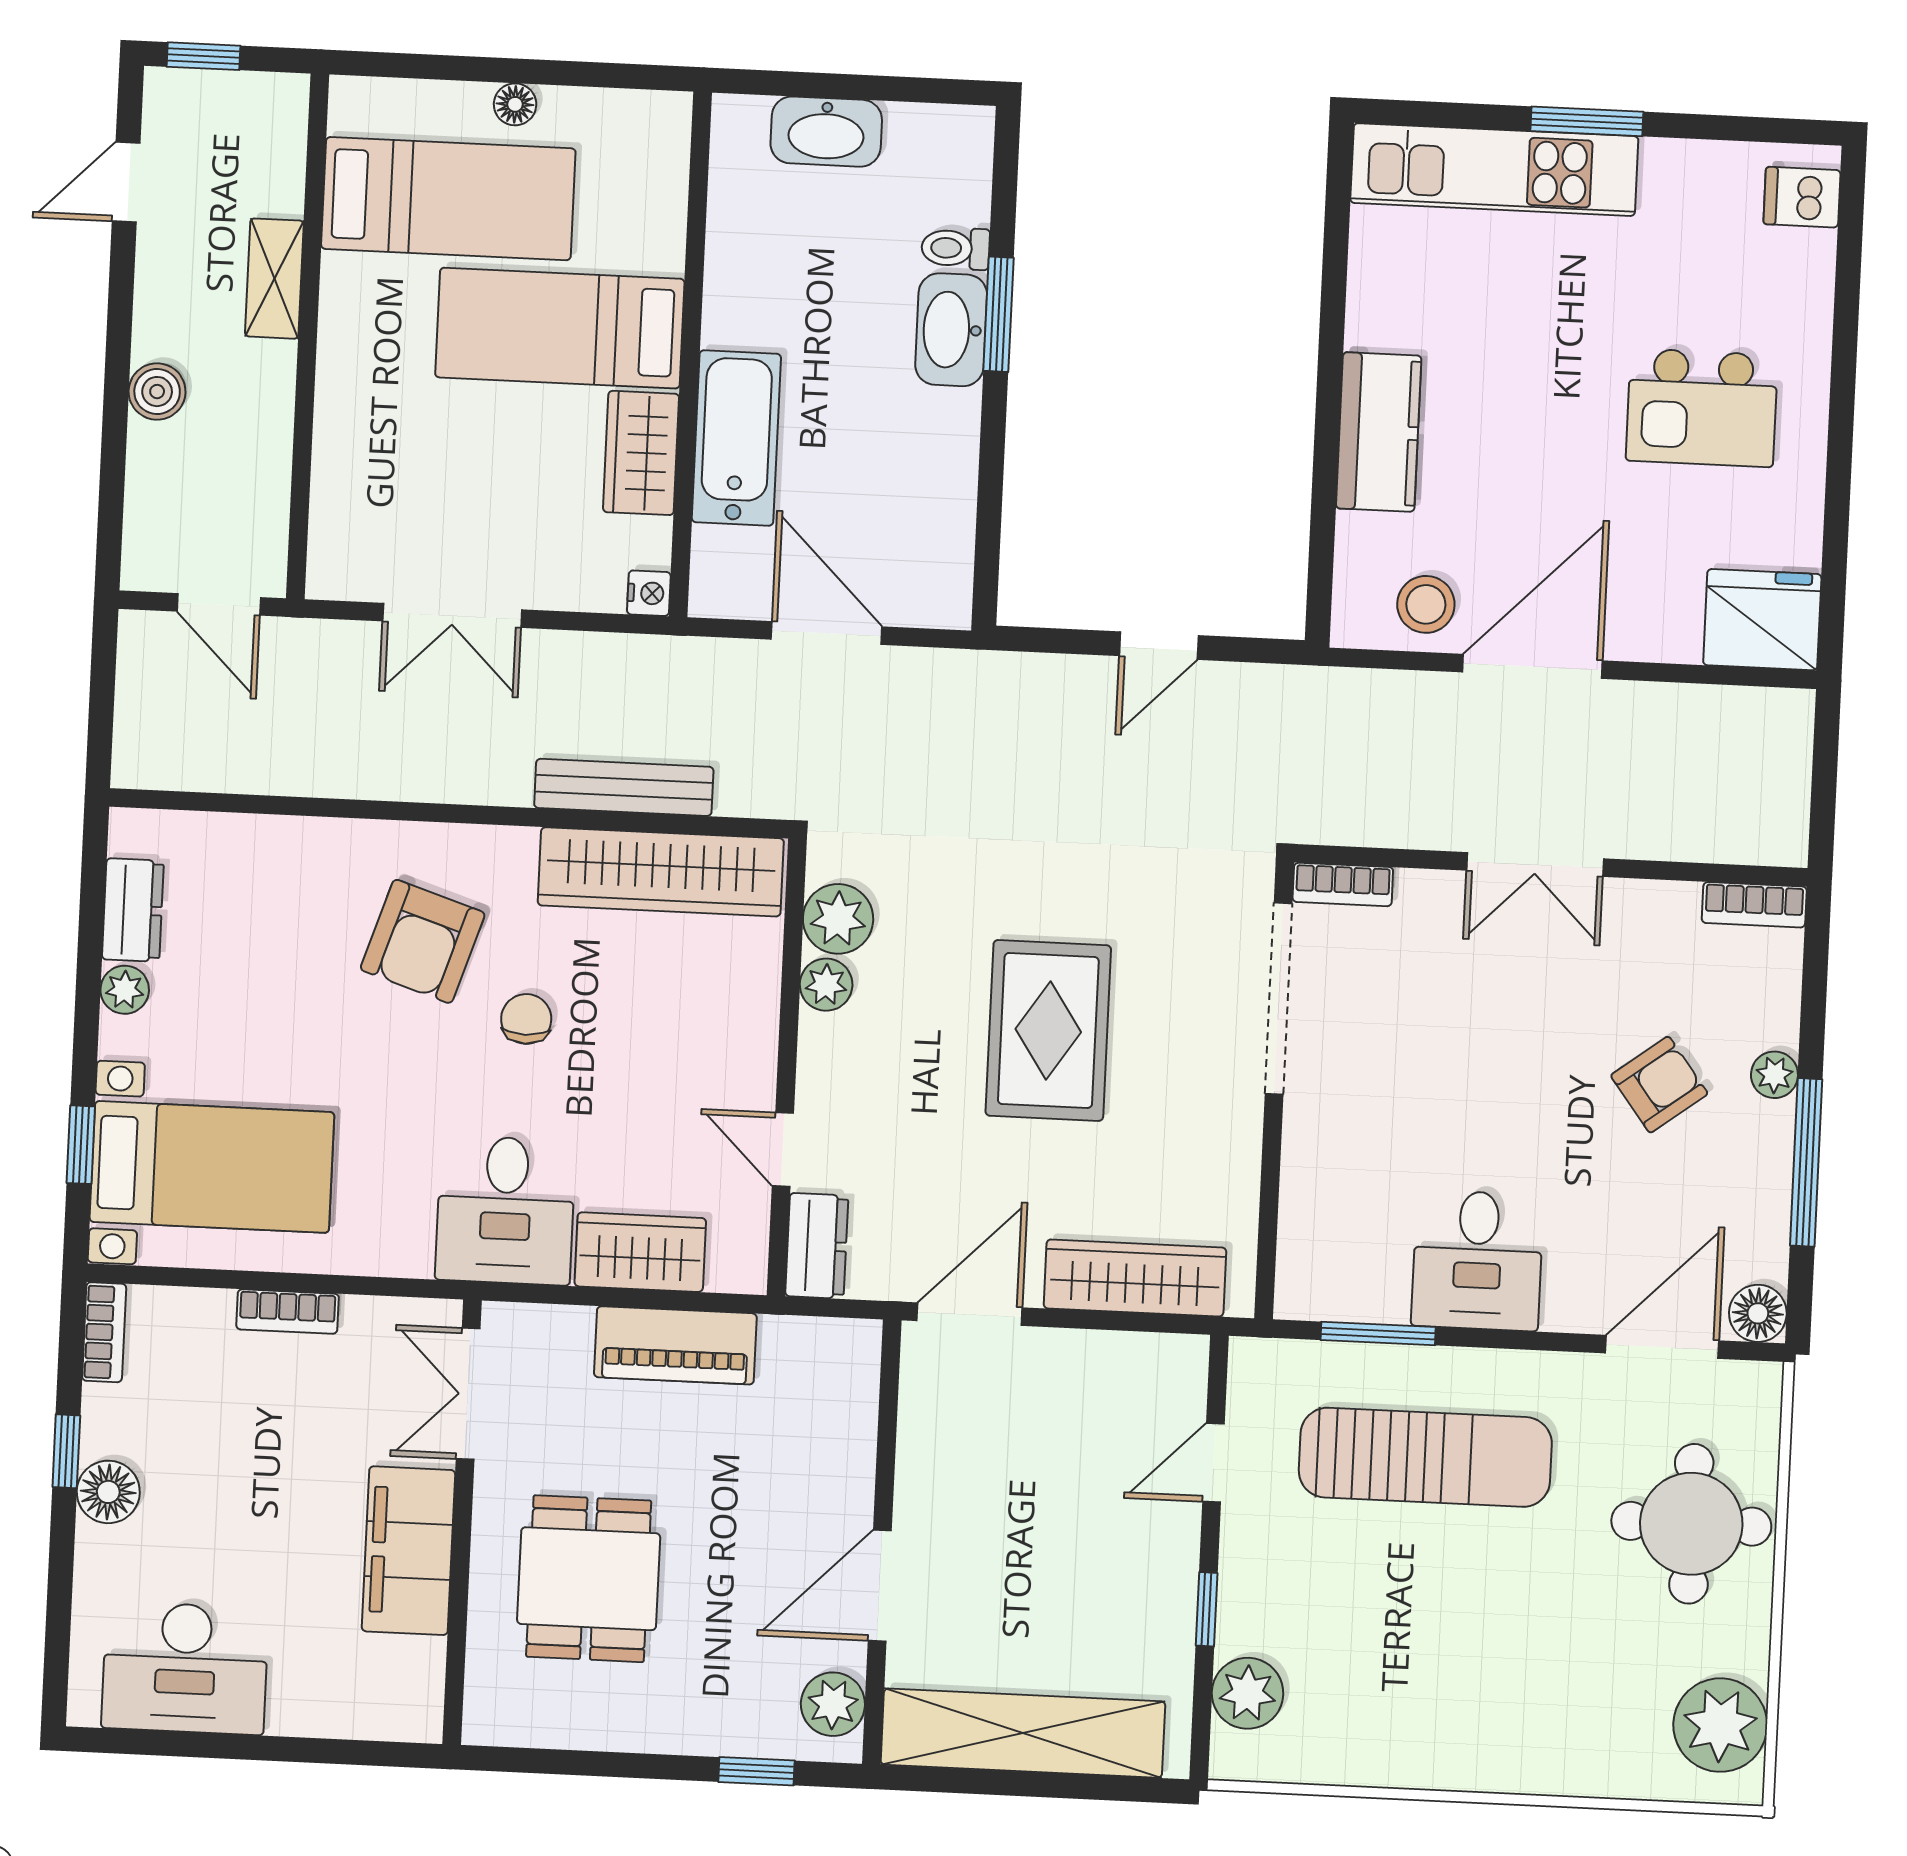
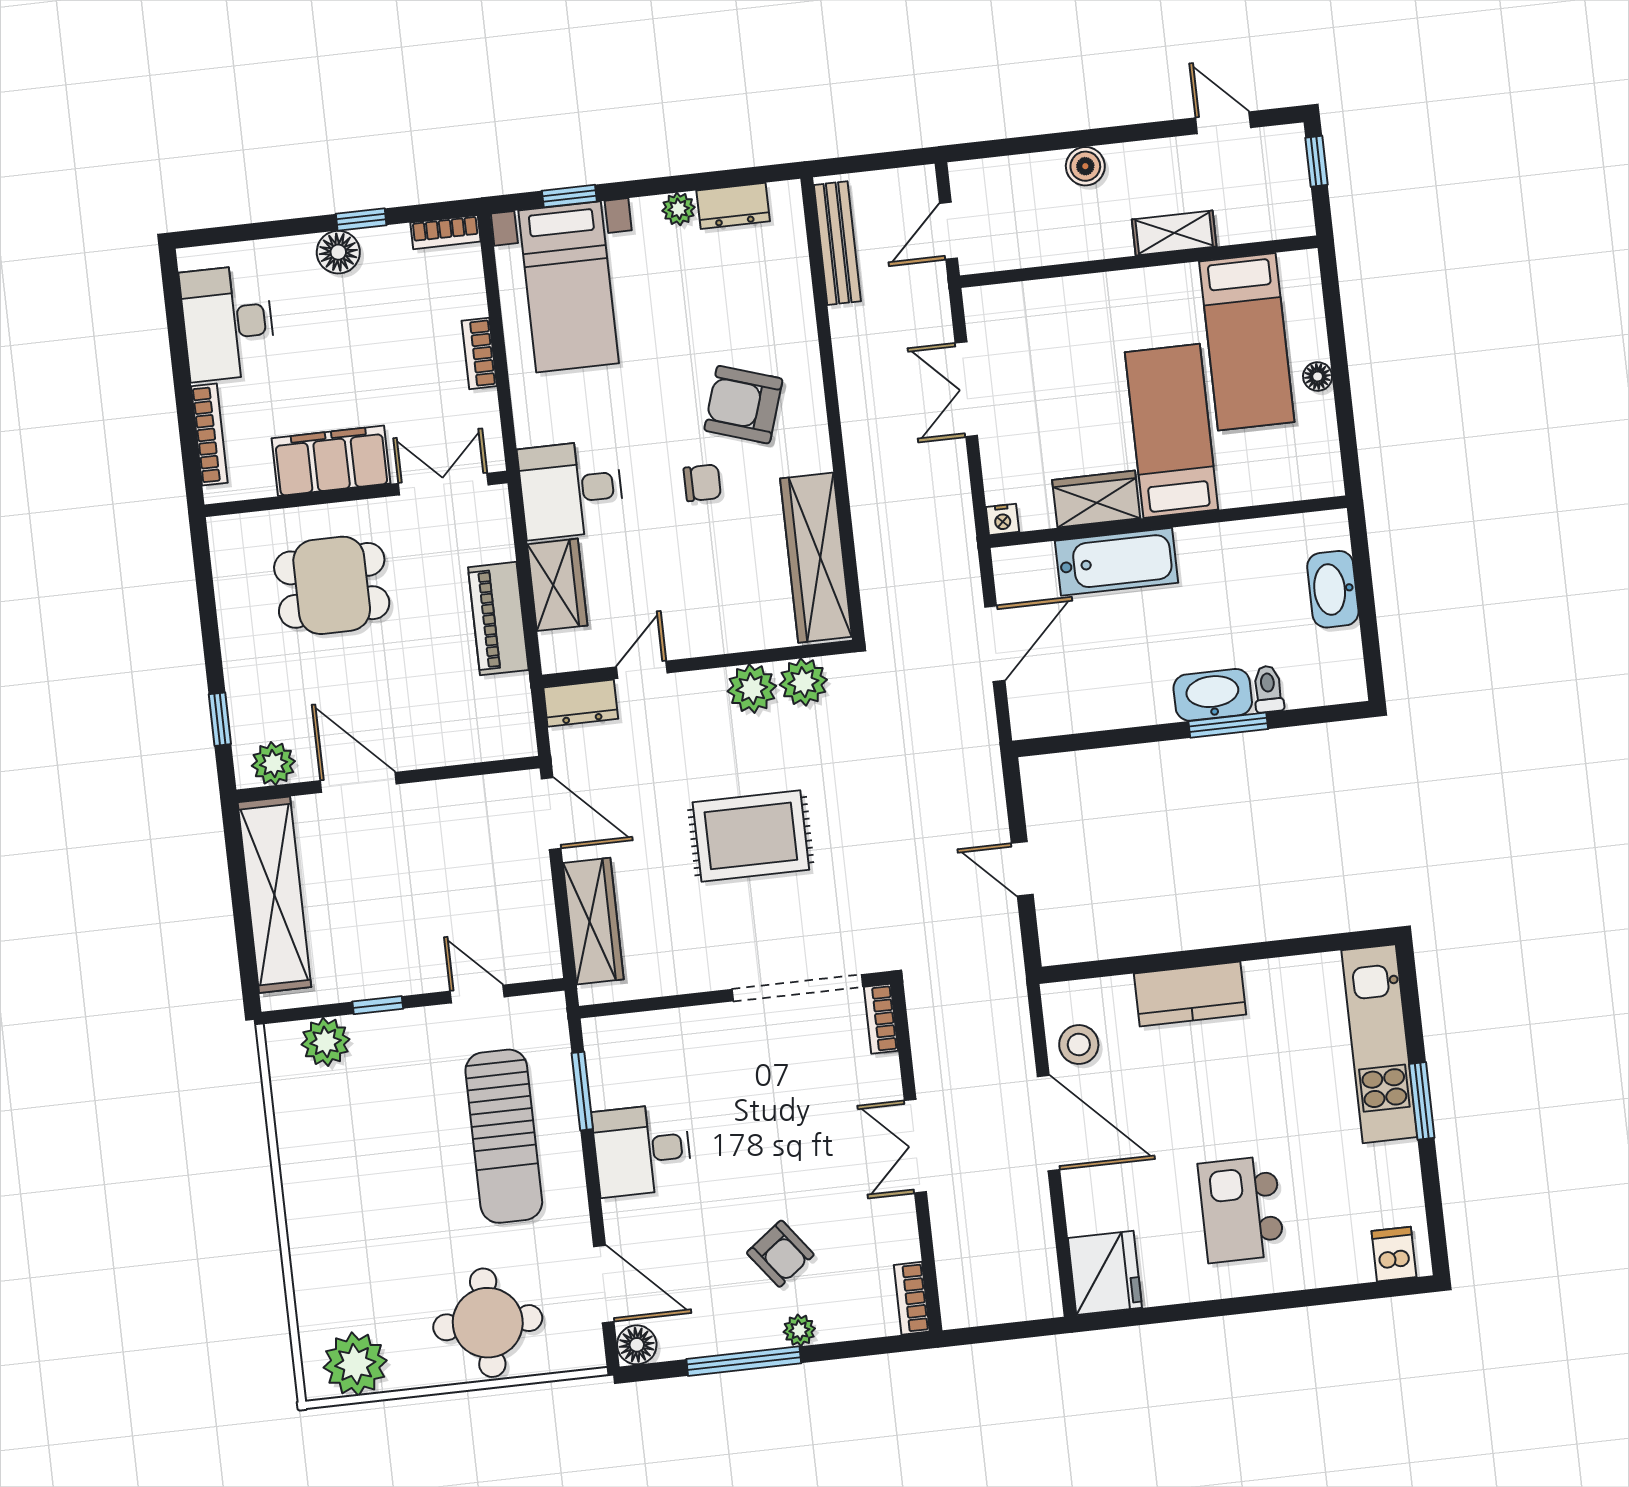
bench: (624, 787) -> (837, 243), moved
plant: (826, 985) -> (752, 689), width x1.38, depth x1.38
bookcase: (342, 1721) -> (209, 435), added

